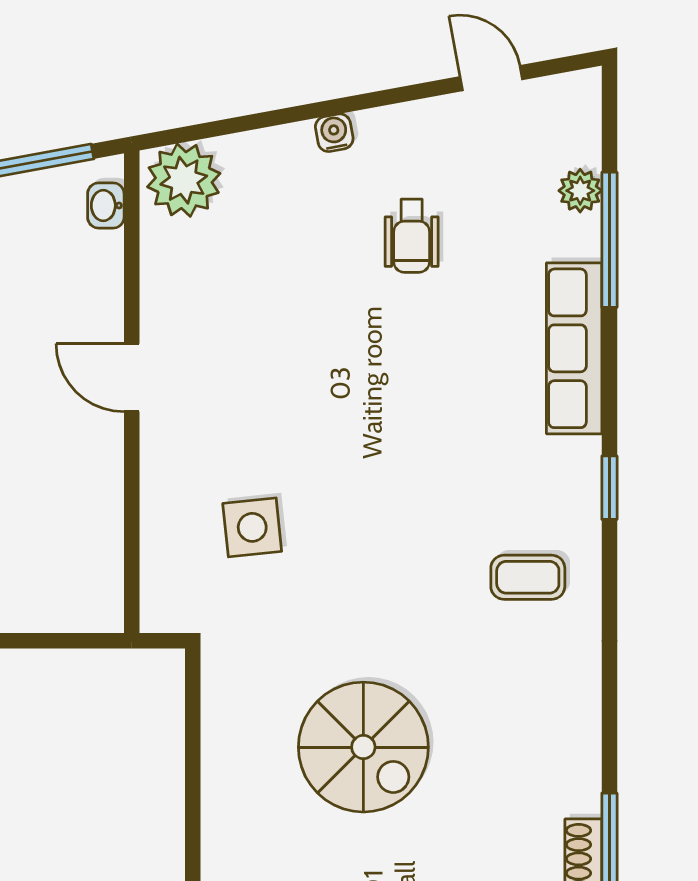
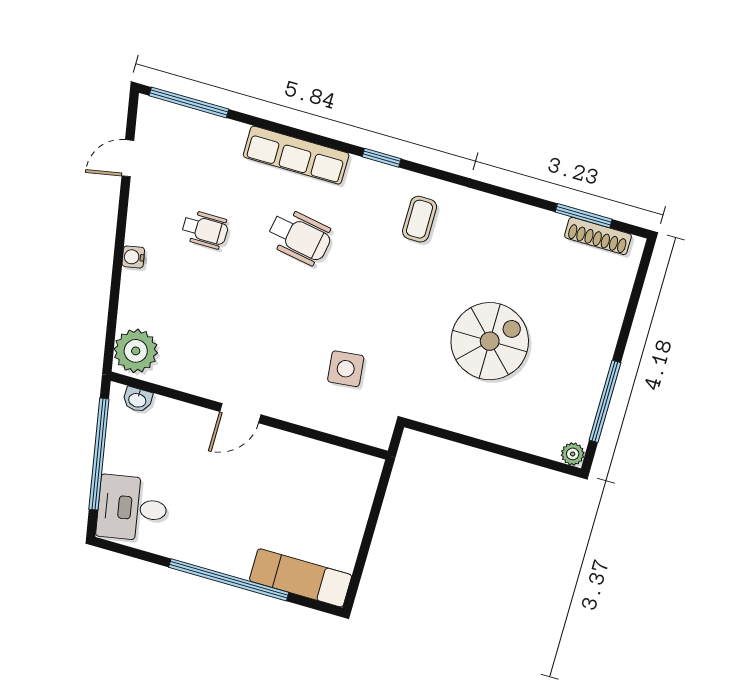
plant: (580, 191) -> (207, 126), removed
window: (609, 240) -> (189, 102), moved
wheelchair: (444, 392) -> (300, 237), added

